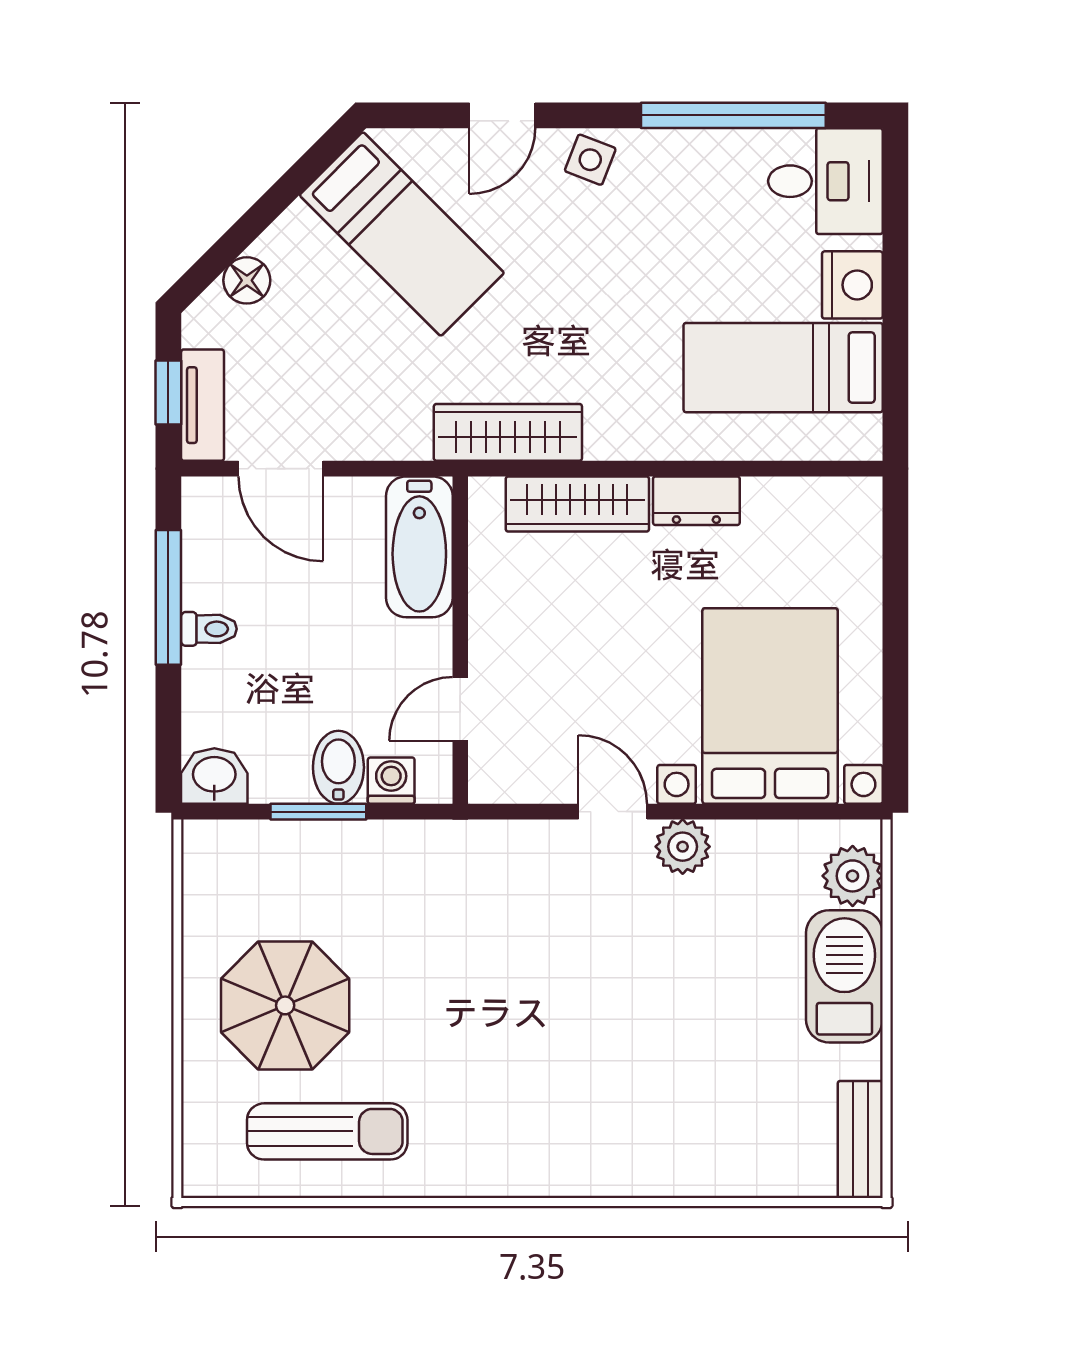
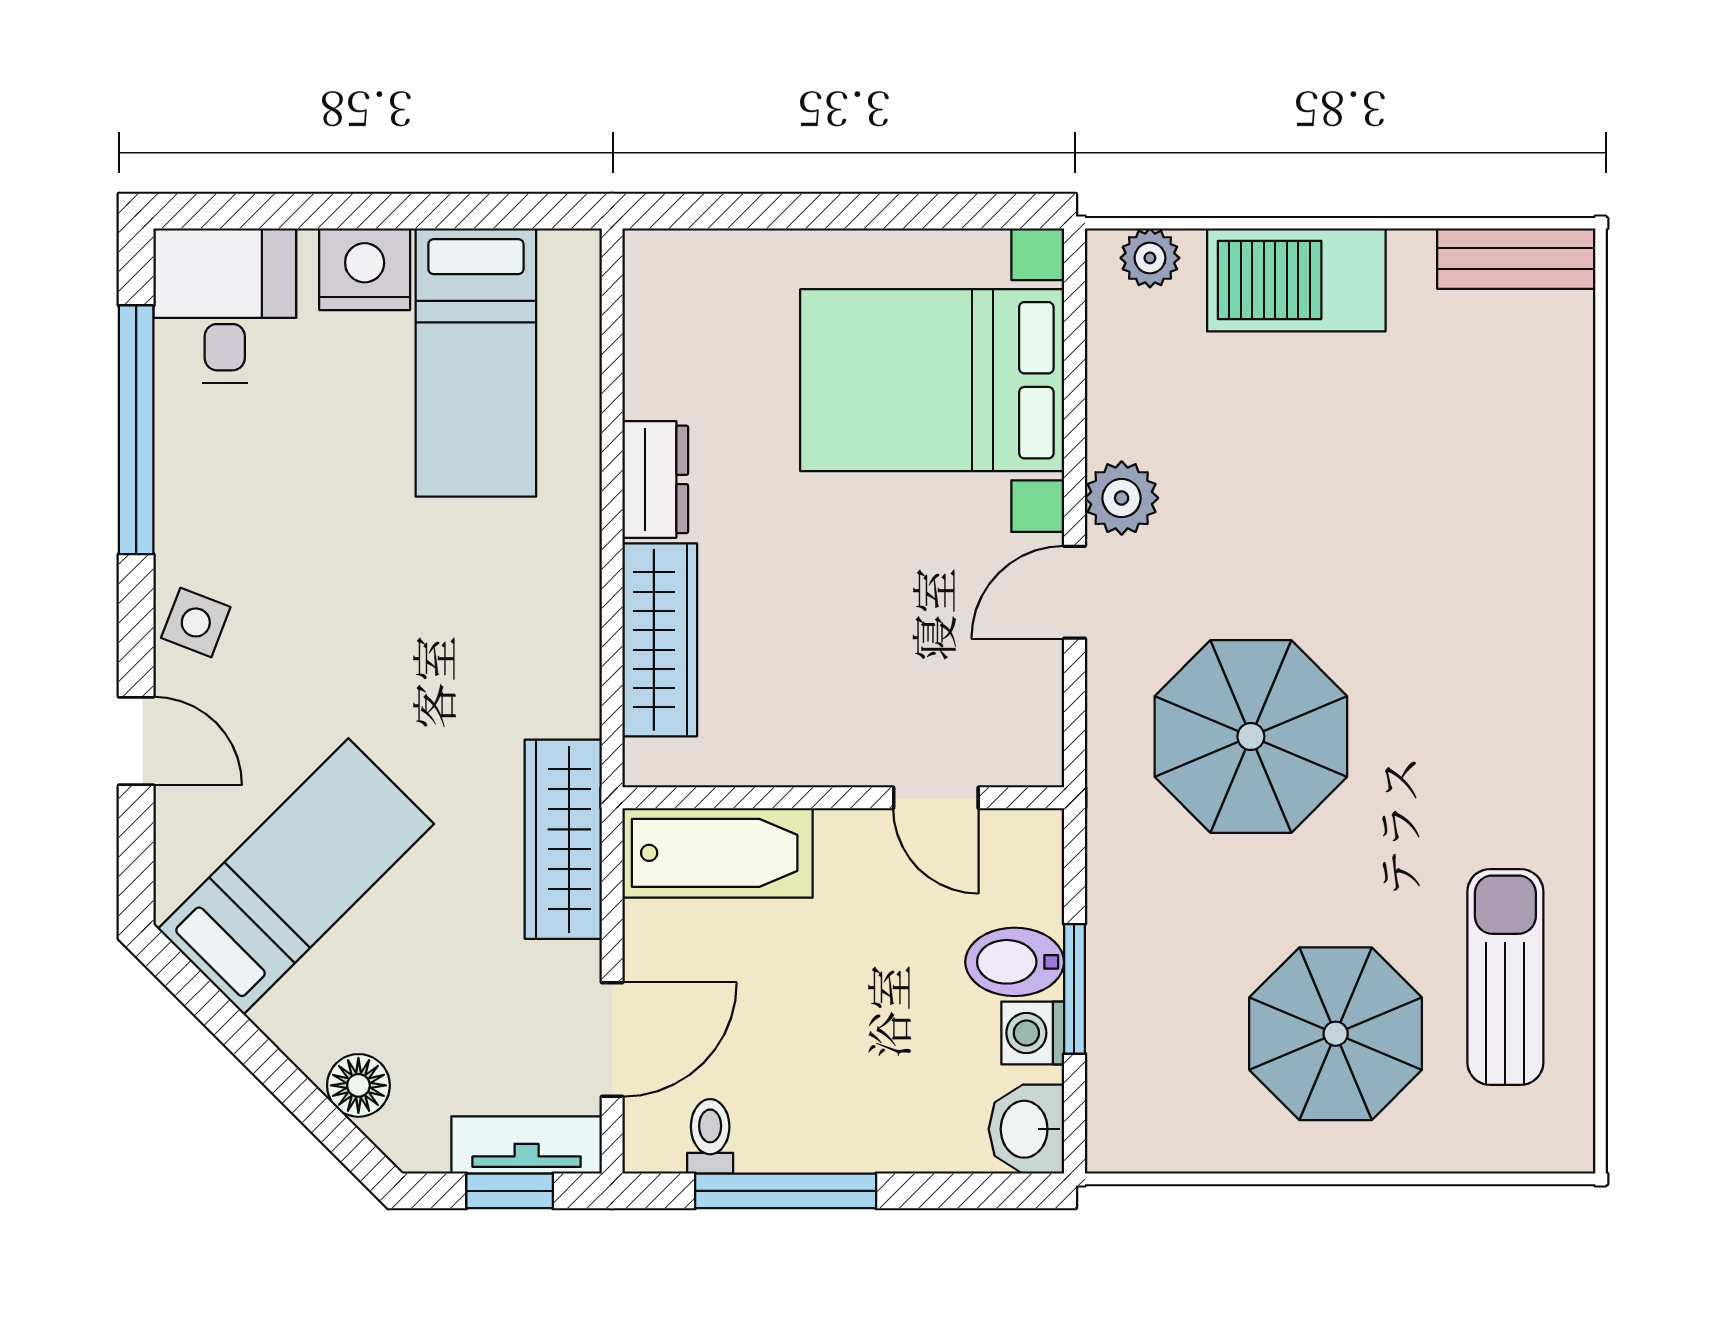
wardrobe: (508, 432) -> (563, 839), moved
toilet: (209, 629) -> (710, 1136), moved
washing machine: (391, 781) -> (1033, 1033), moved
plant: (853, 876) -> (1150, 258), width x0.73, depth x0.73
parasol: (506, 943) -> (1251, 737), added

